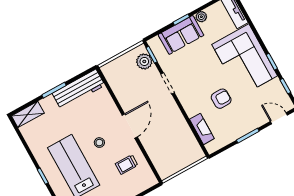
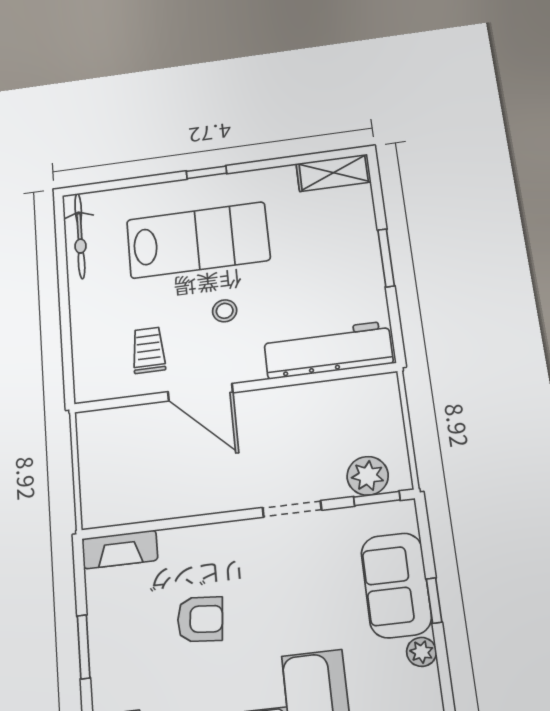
workbench: (79, 89) -> (328, 350), moved, turned 90
armchair: (221, 99) -> (200, 619), turned -85
shelving: (28, 114) -> (333, 173), moved, turned 90
door: (130, 126) -> (200, 392), moved
fireplace: (202, 129) -> (120, 549), moved

